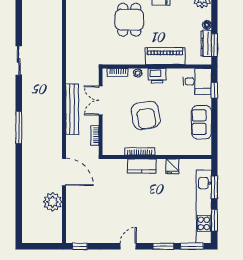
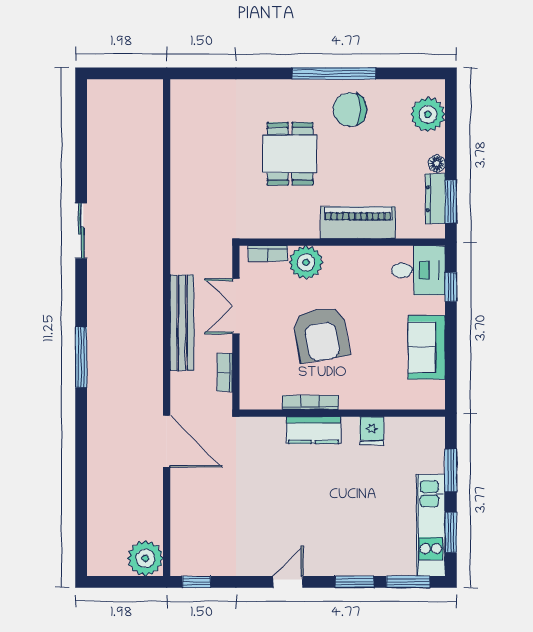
plant: (138, 73) -> (306, 262), width x1.88, depth x1.88
printer: (157, 76) -> (342, 260), removed
plant: (53, 202) -> (145, 558), moved
kitchen unit: (204, 207) -> (431, 525), width x0.73

